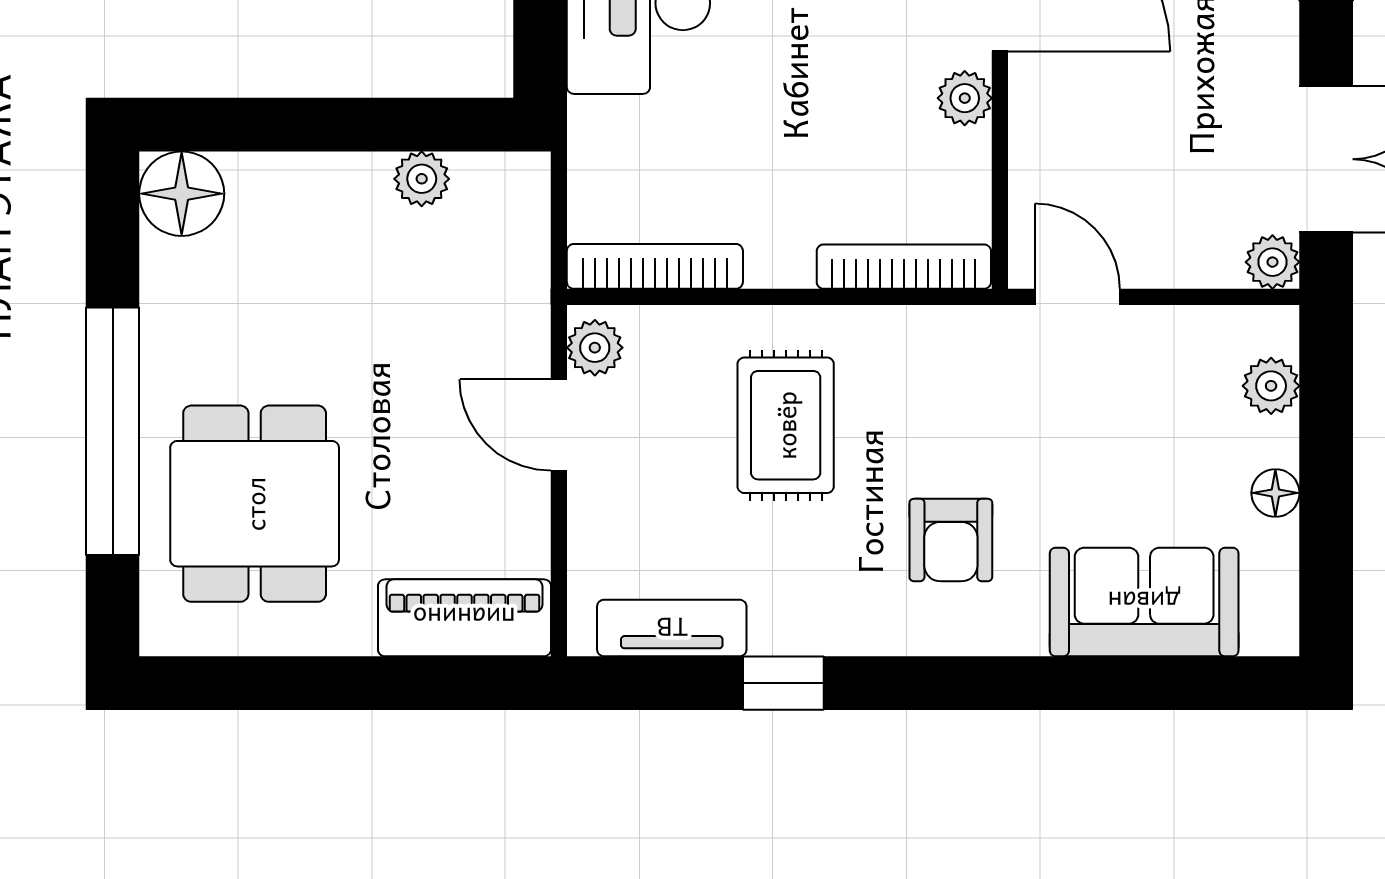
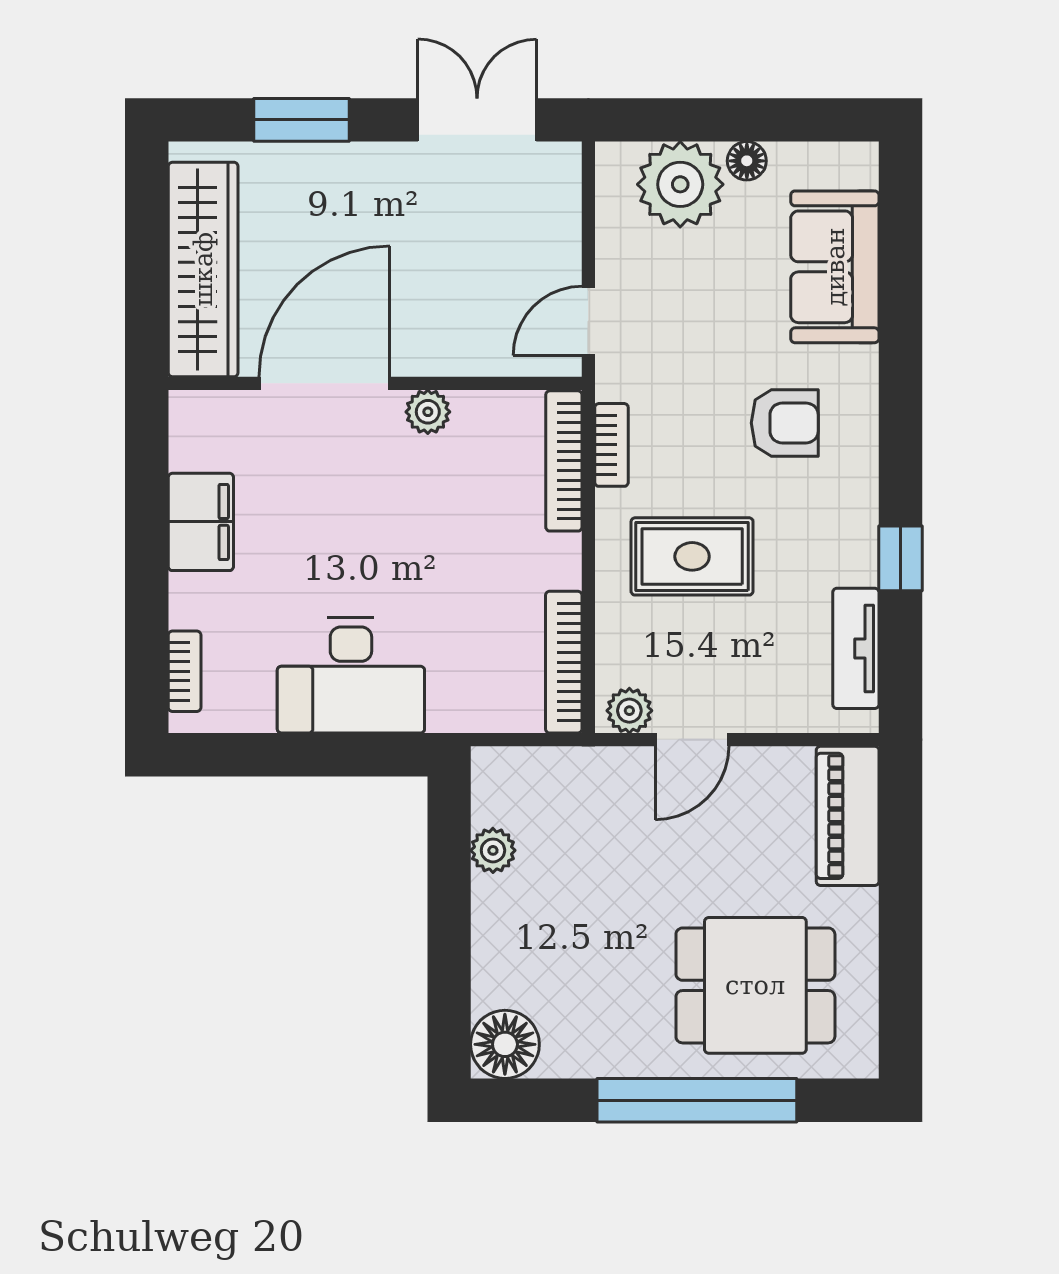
plant: (1272, 262) -> (560, 163), removed
bookcase: (924, 326) -> (611, 445), added
plant: (1271, 386) -> (680, 184), width x1.88, depth x1.88

